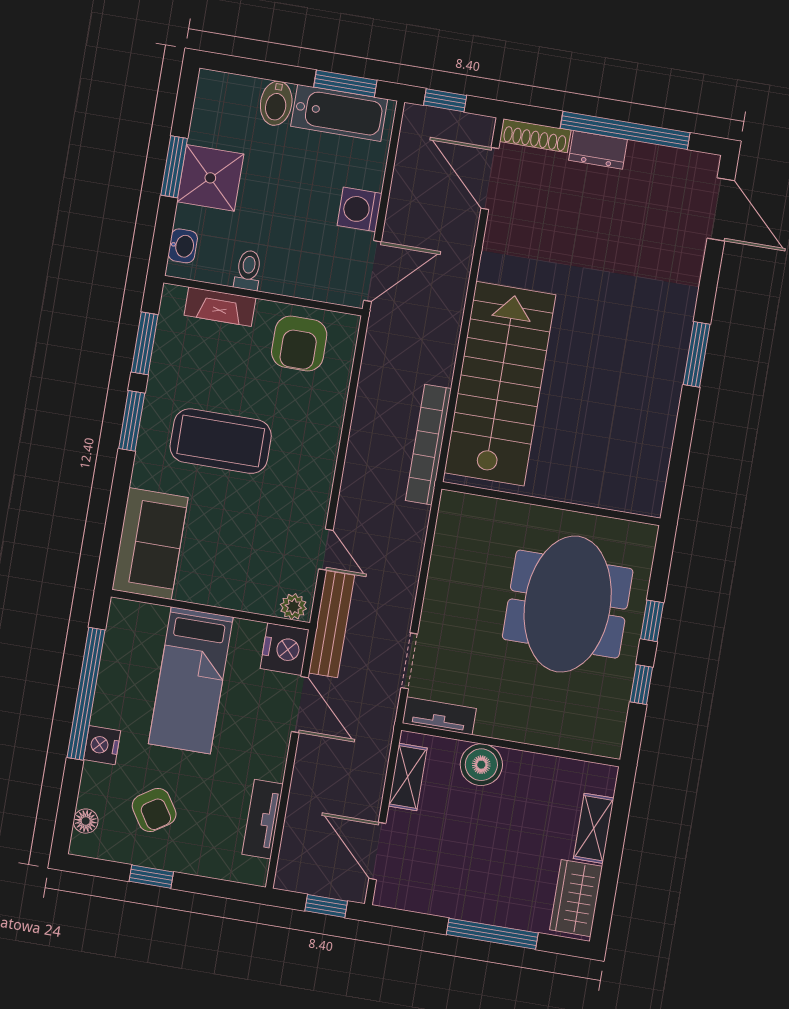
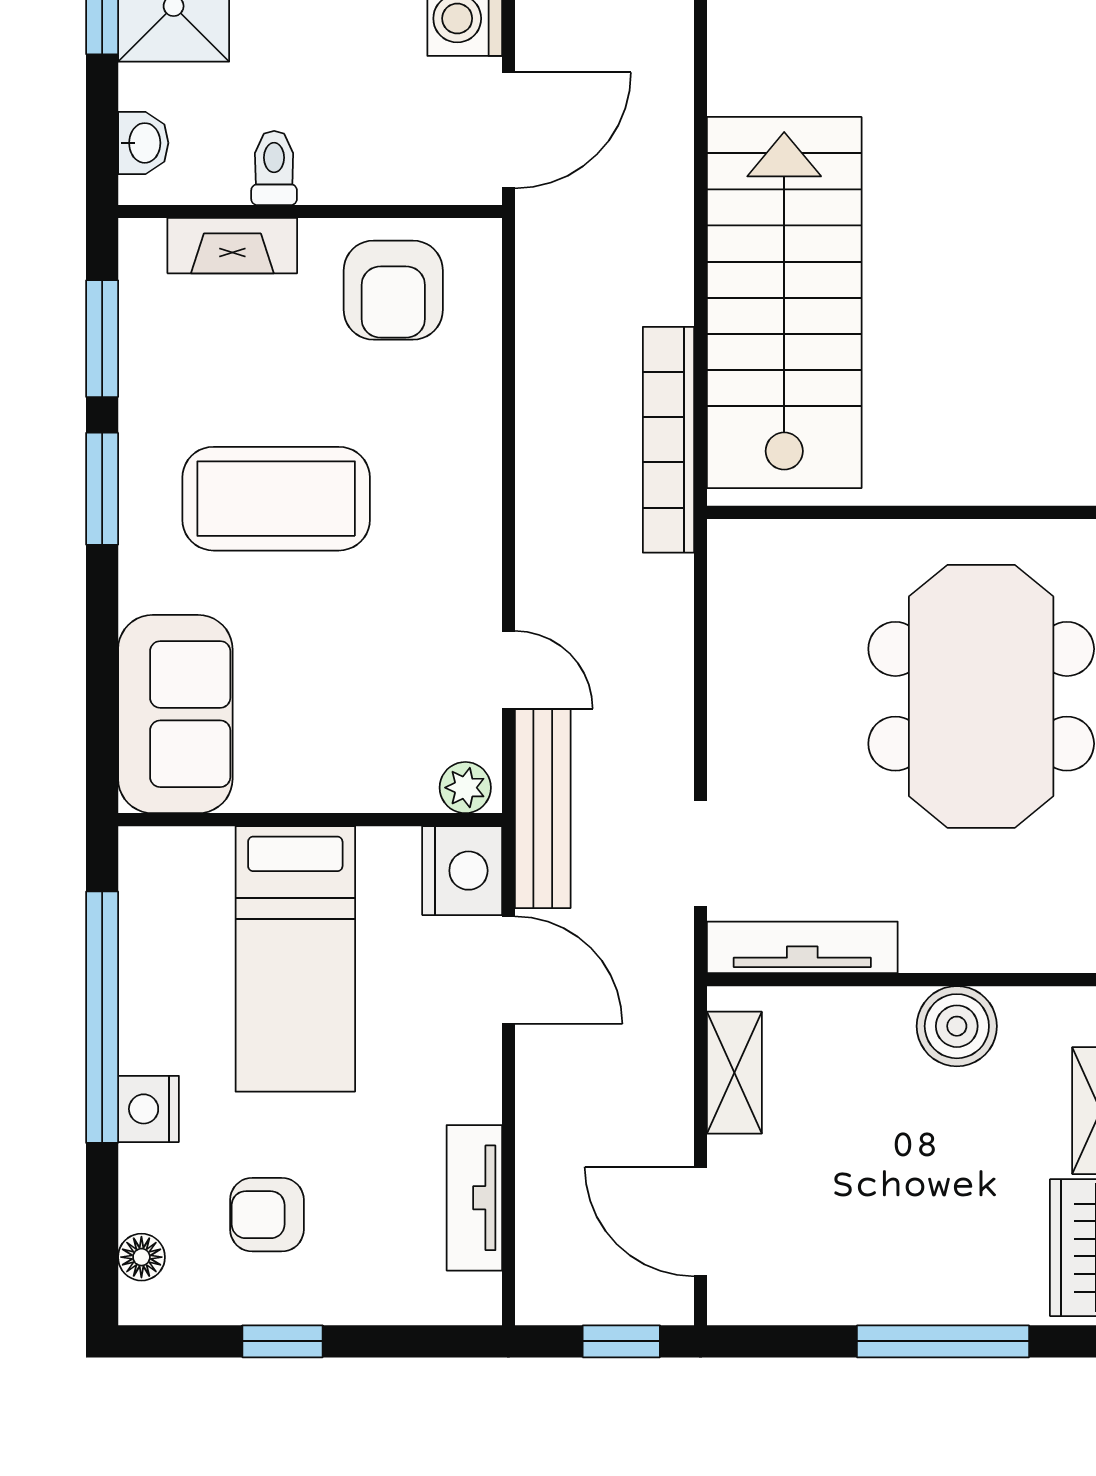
tv unit: (439, 716) -> (802, 947), width x1.41
boiler: (481, 765) -> (957, 1026), moved
armchair: (154, 810) -> (267, 1215), turned 123

